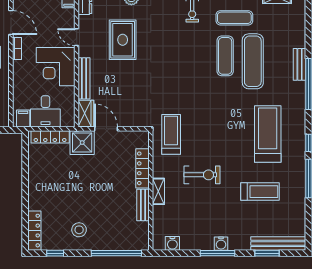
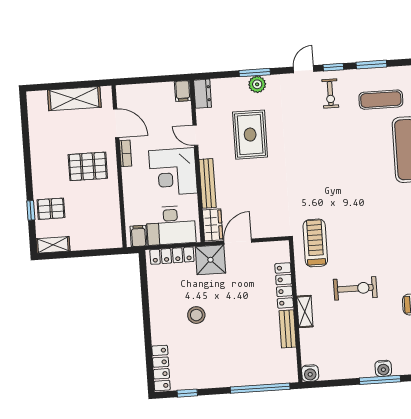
exercise mat: (225, 56) -> (373, 145), removed
desk: (45, 111) -> (171, 225), width x1.37
door: (106, 129) -> (238, 242), hinge flipped
stool: (79, 230) -> (196, 315), moved
water cooler: (172, 243) -> (310, 373), moved

